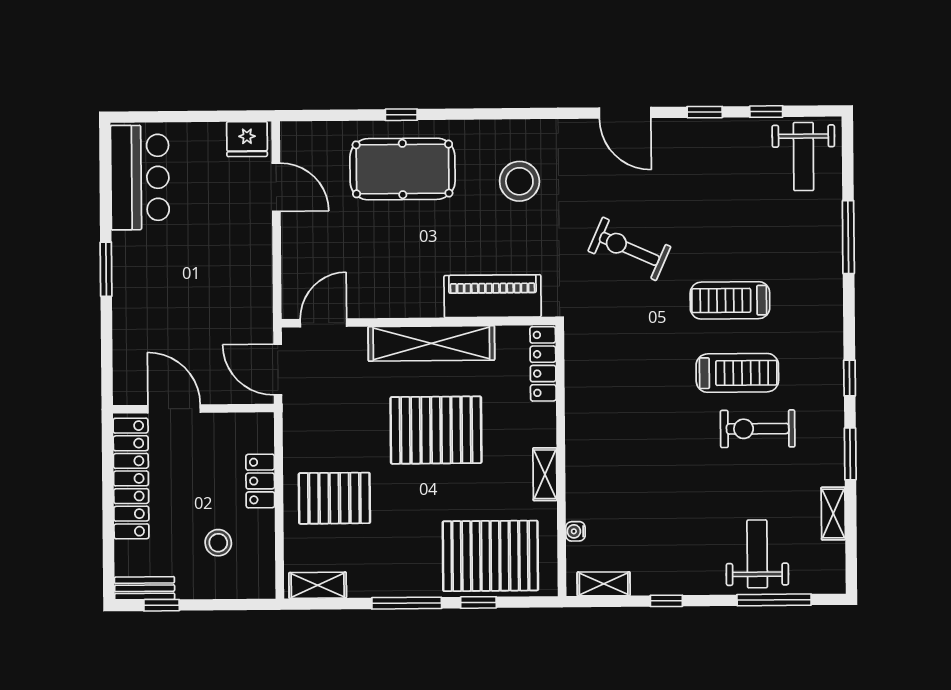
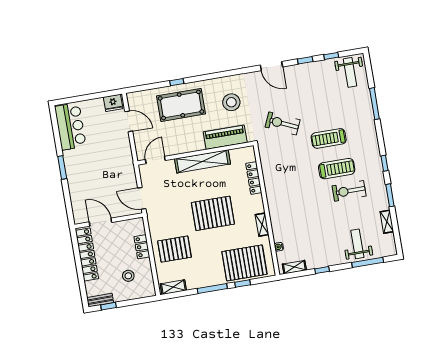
piano: (493, 296) -> (225, 137), moved
wall: (419, 322) -> (196, 153), moved
door: (323, 323) -> (155, 160), moved
shelving: (431, 343) -> (202, 161), moved

